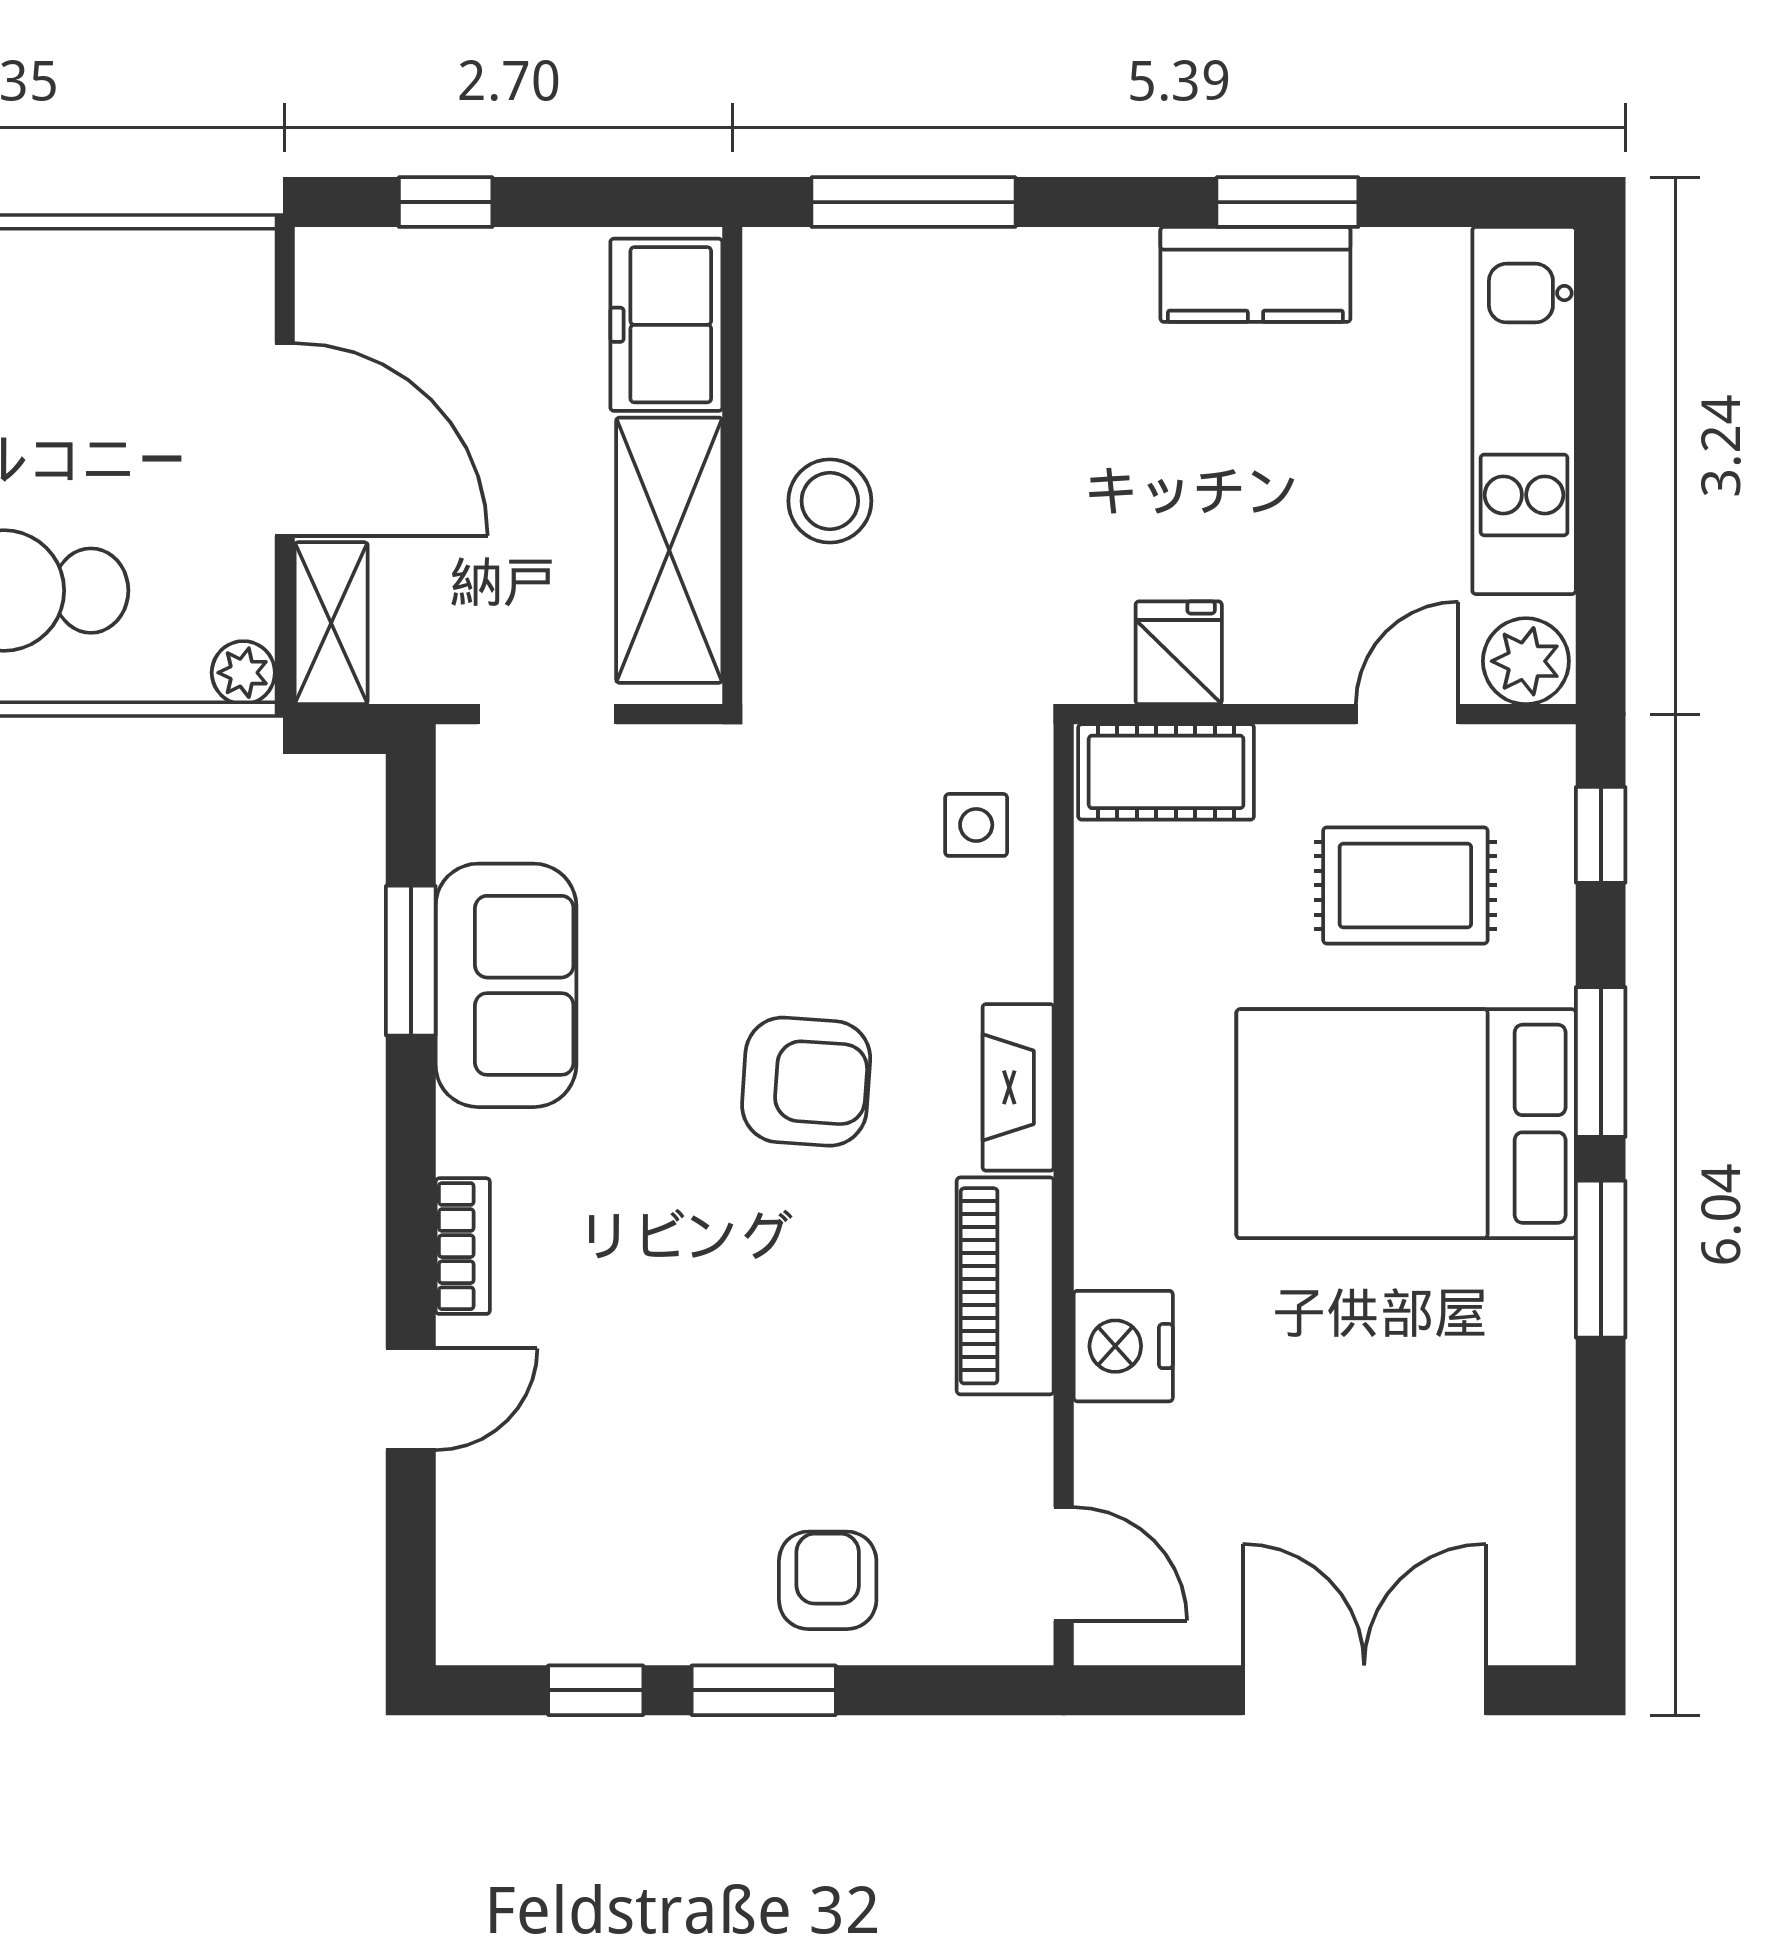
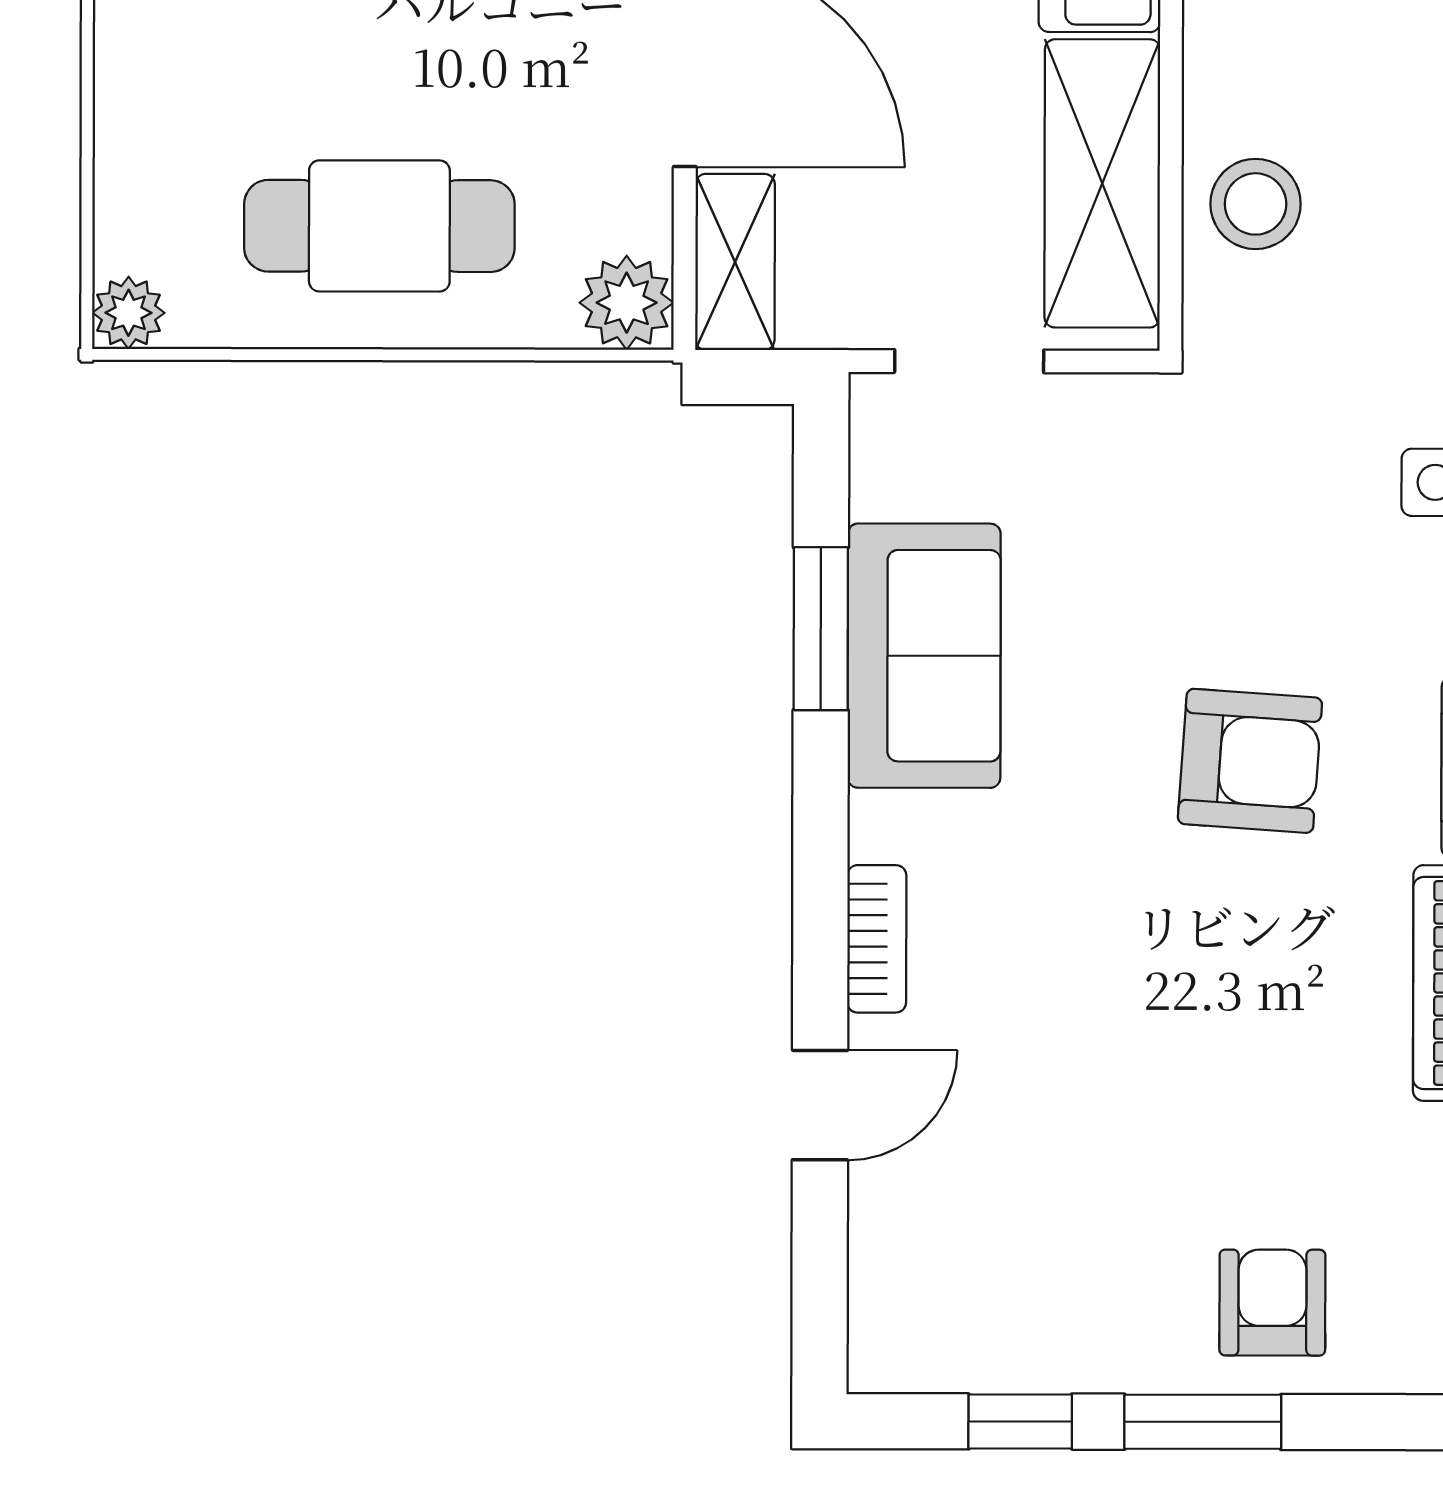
stool: (830, 501) -> (1256, 204), moved
plant: (243, 673) -> (627, 303), width x1.38, depth x1.38

